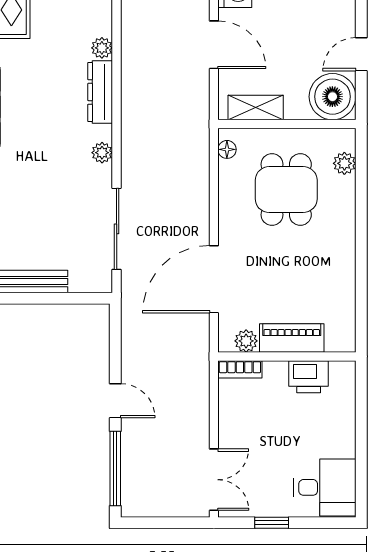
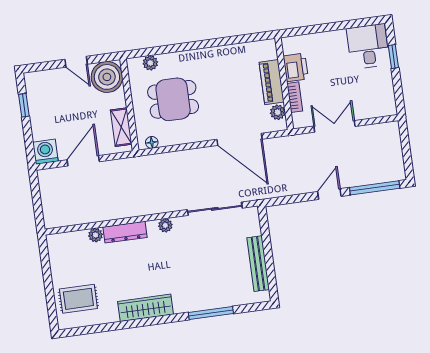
bookcase: (240, 369) -> (295, 97), moved
double door: (214, 480) -> (335, 126), moved
window: (272, 523) -> (393, 57), moved

